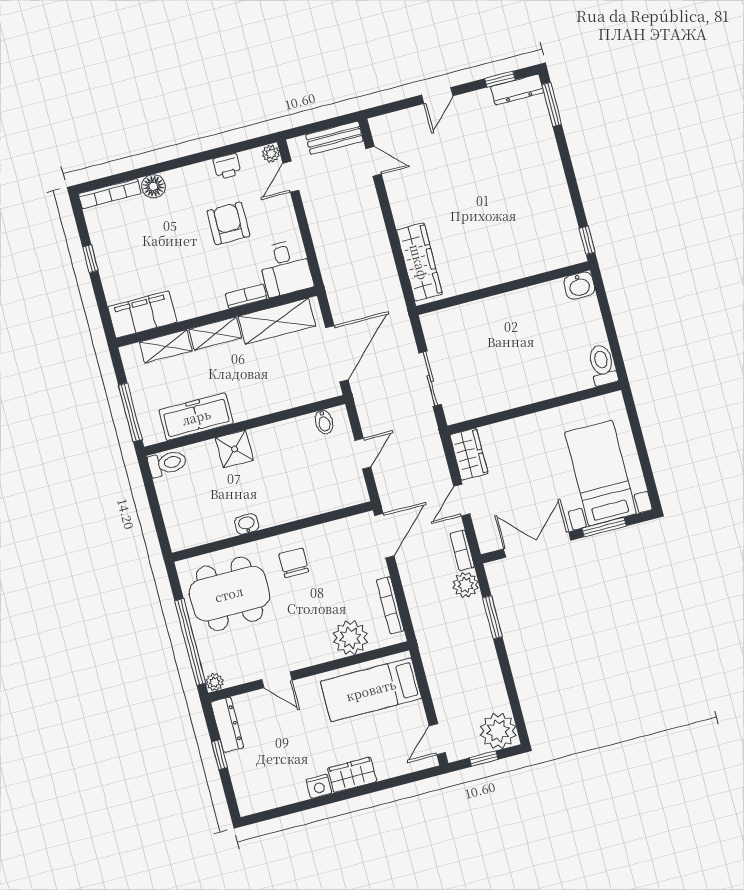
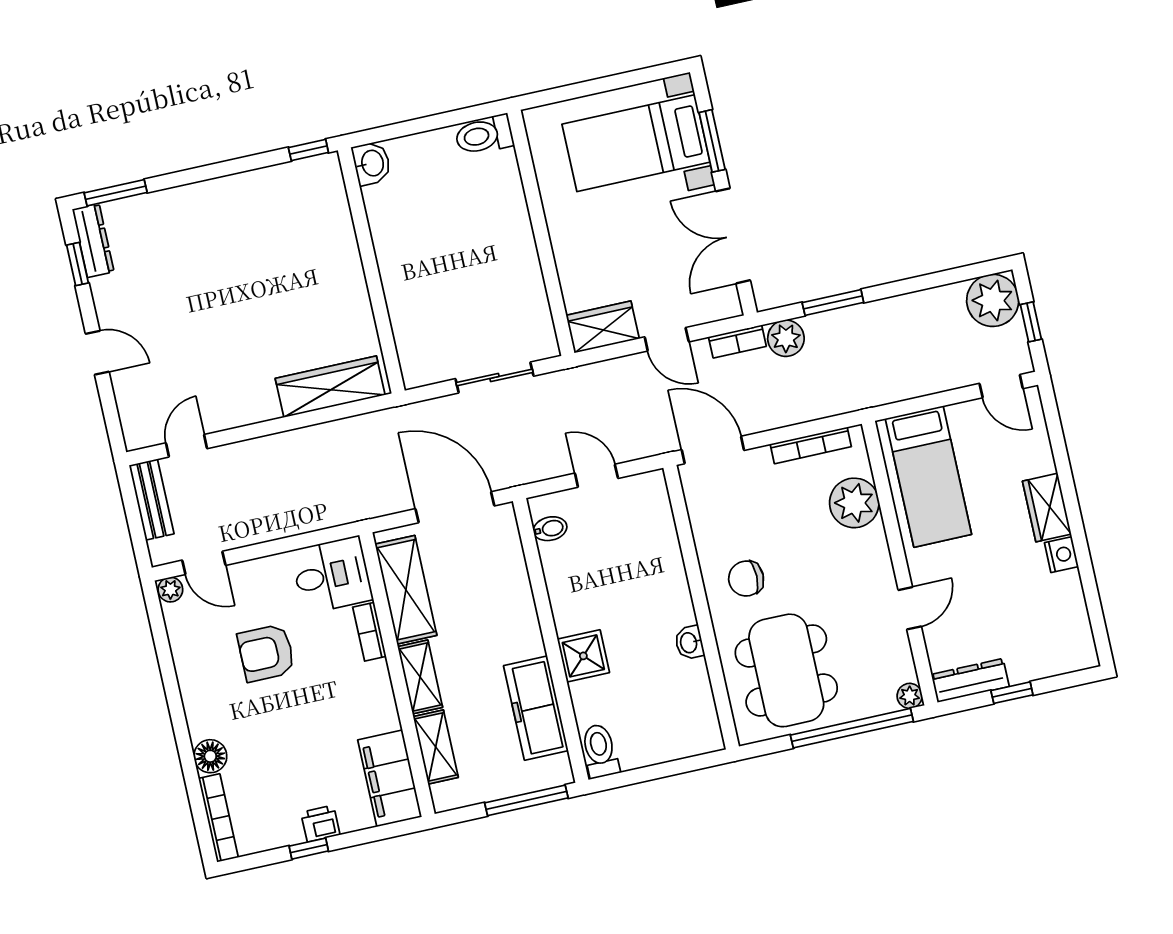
printer: (227, 166) -> (320, 824), moved, turned -90

